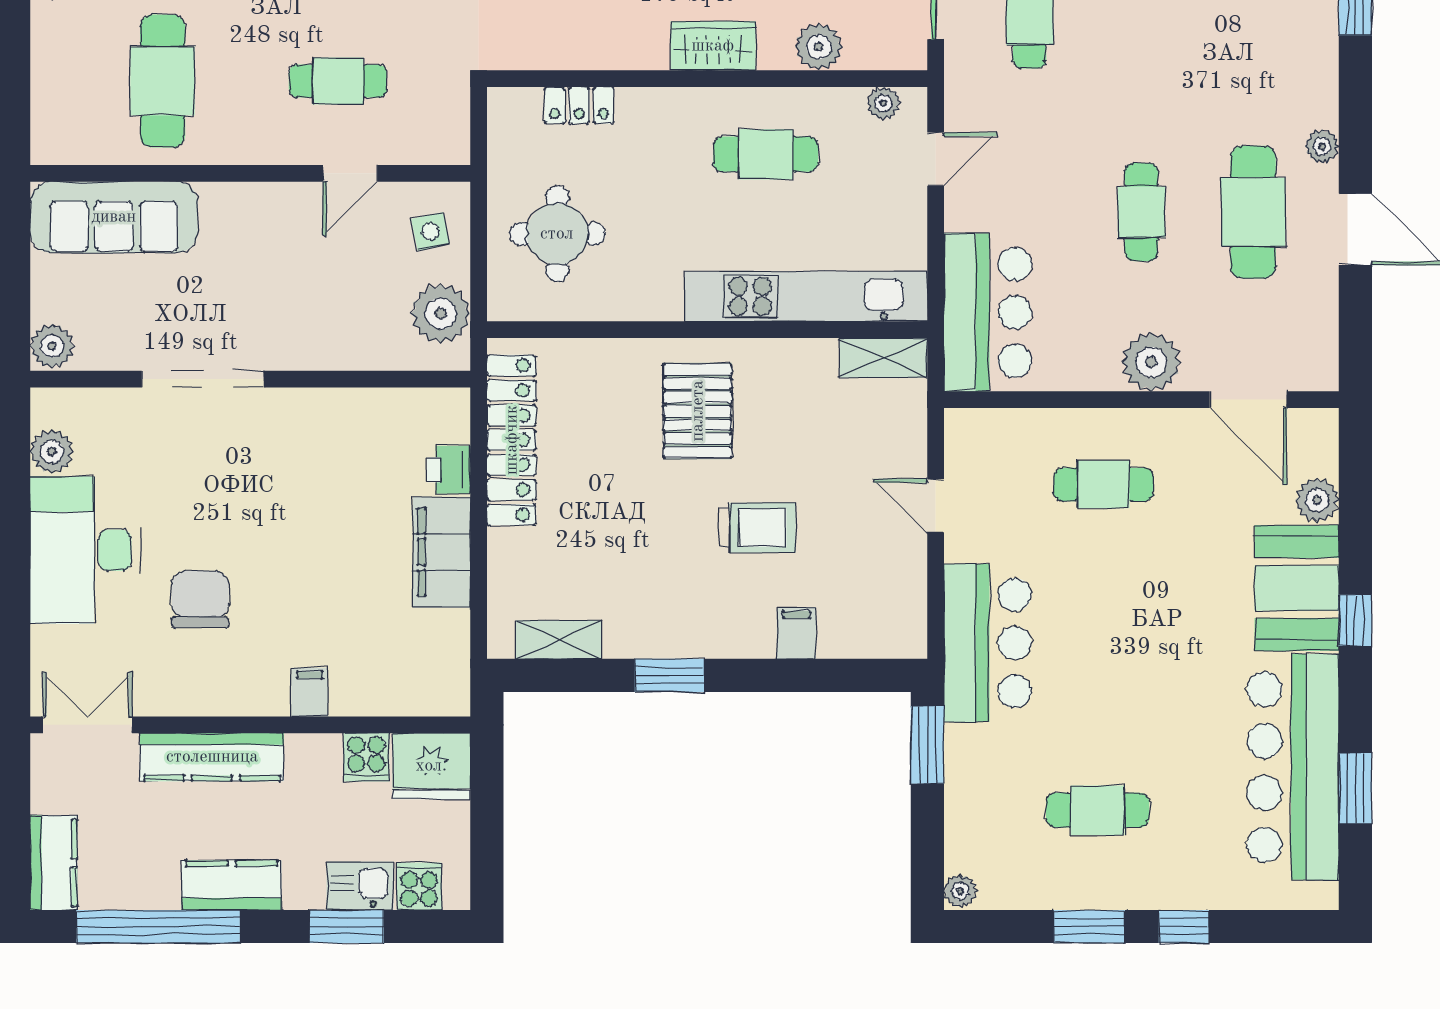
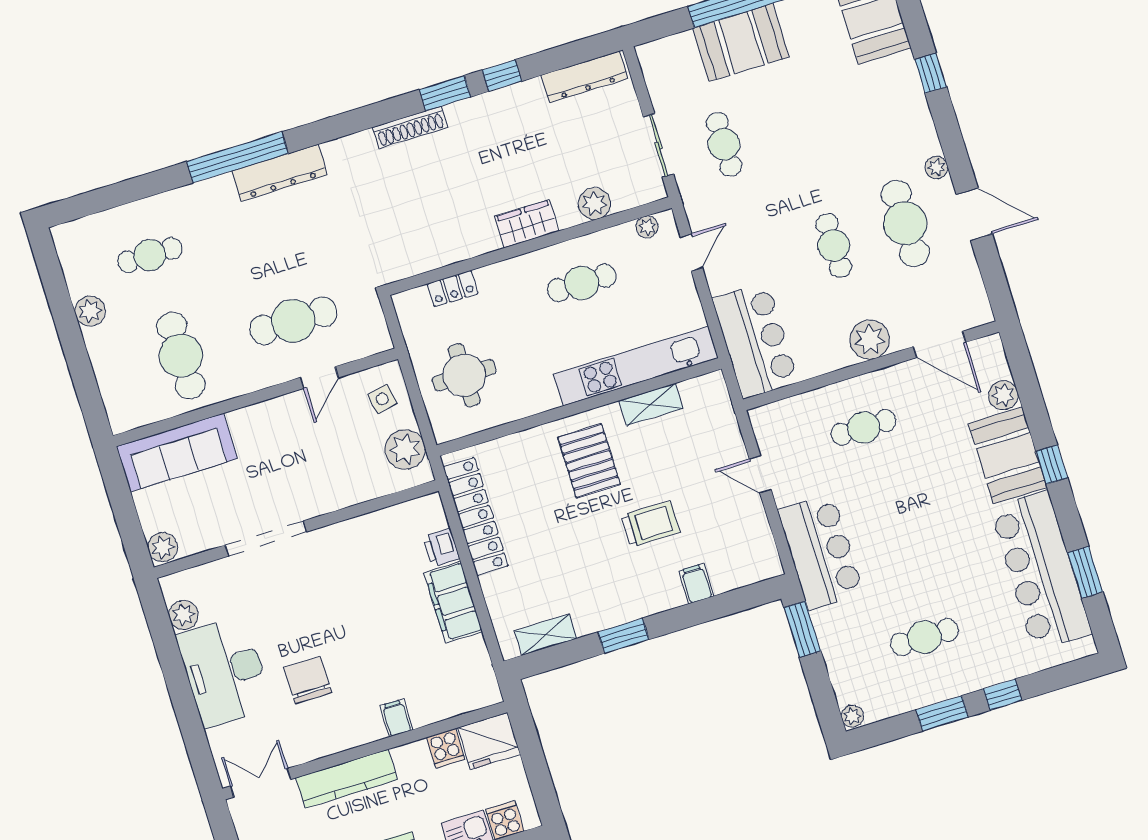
cafe table: (338, 81) -> (293, 321), width x1.37, depth x1.35
shelving: (883, 358) -> (651, 404), moved

